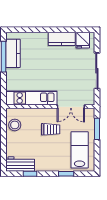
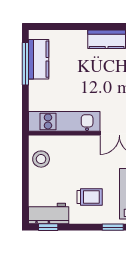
trolley: (51, 129) -> (90, 197), moved
window: (30, 174) -> (48, 227), moved

